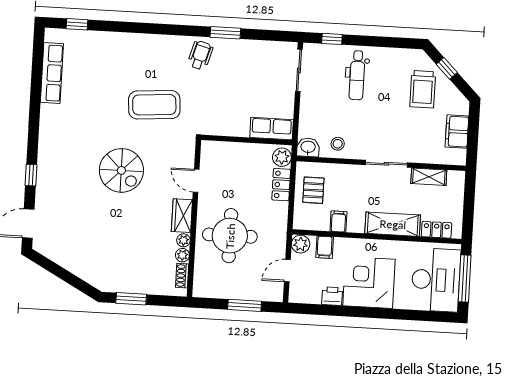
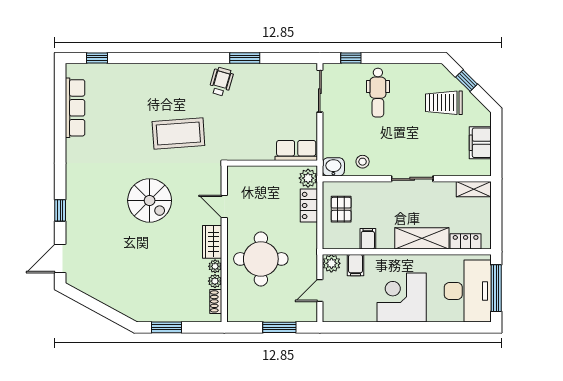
trolley: (423, 89) -> (444, 103), turned 90
shelving: (429, 177) -> (474, 189), moved
printer: (332, 296) -> (366, 313), removed

